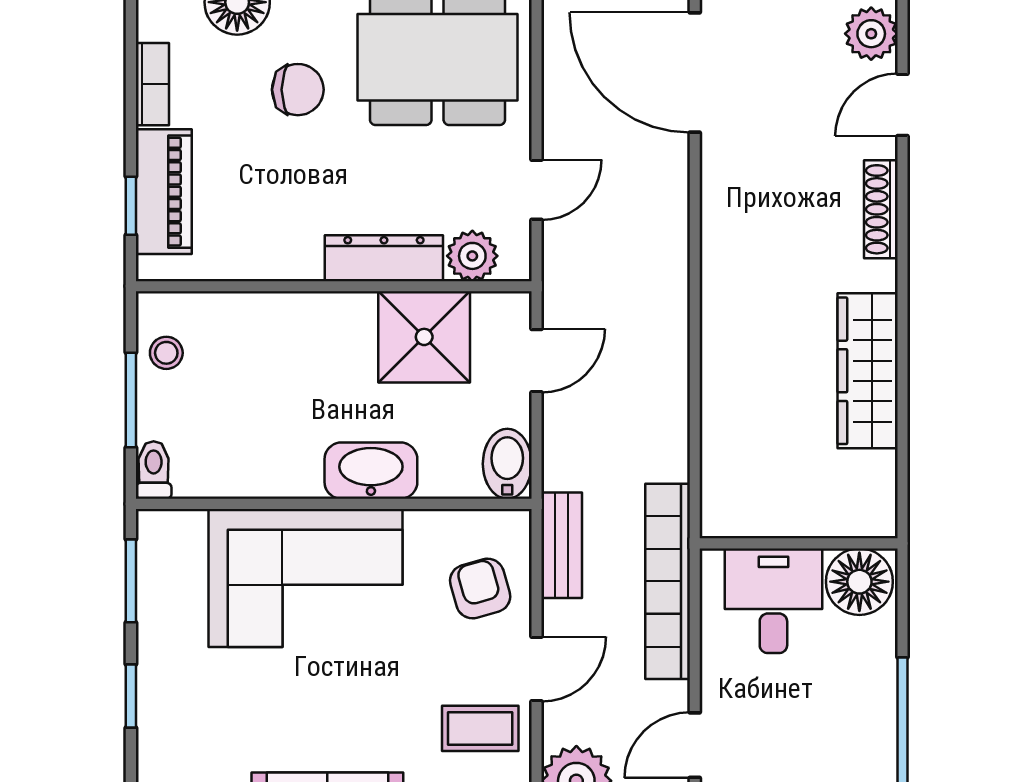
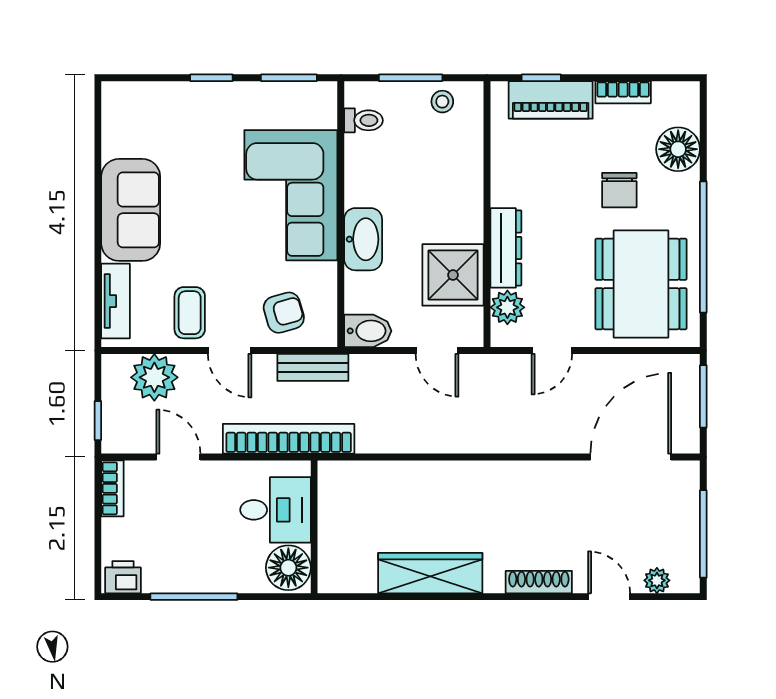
plant: (871, 34) -> (657, 580), width x0.73, depth x0.73
door: (536, 190) -> (552, 351), hinge flipped
toilet: (154, 470) -> (363, 120), moved

